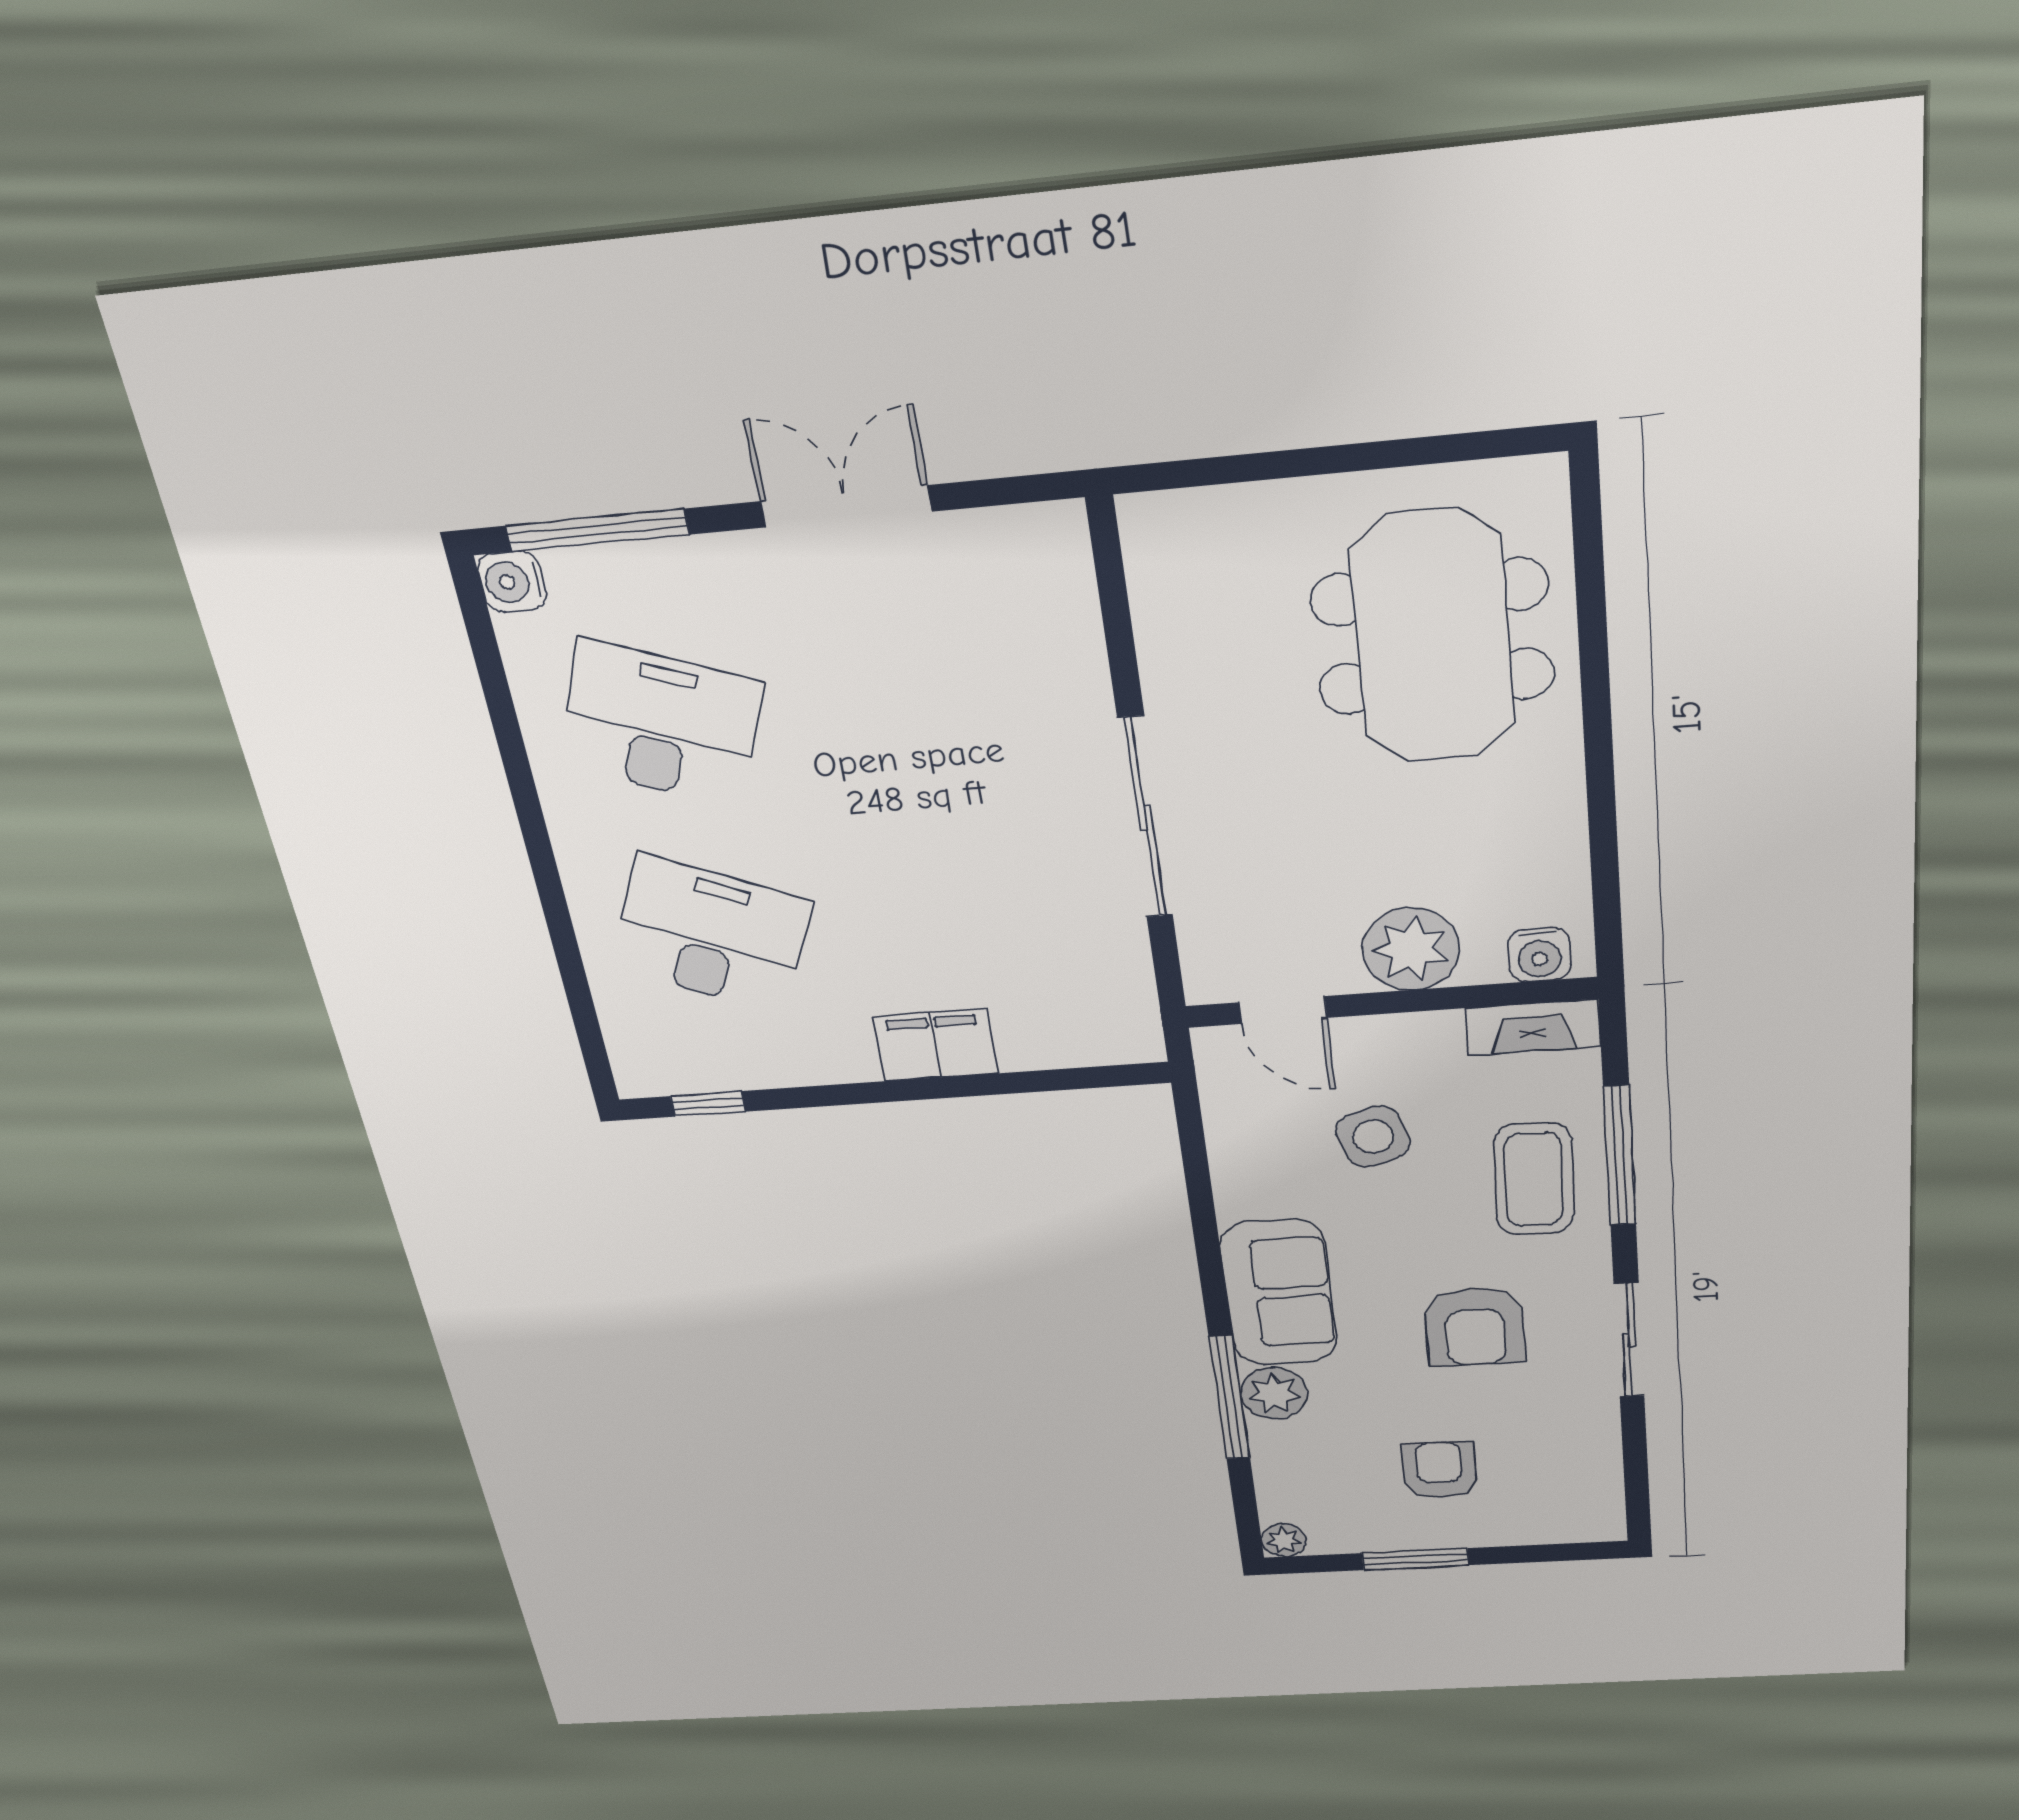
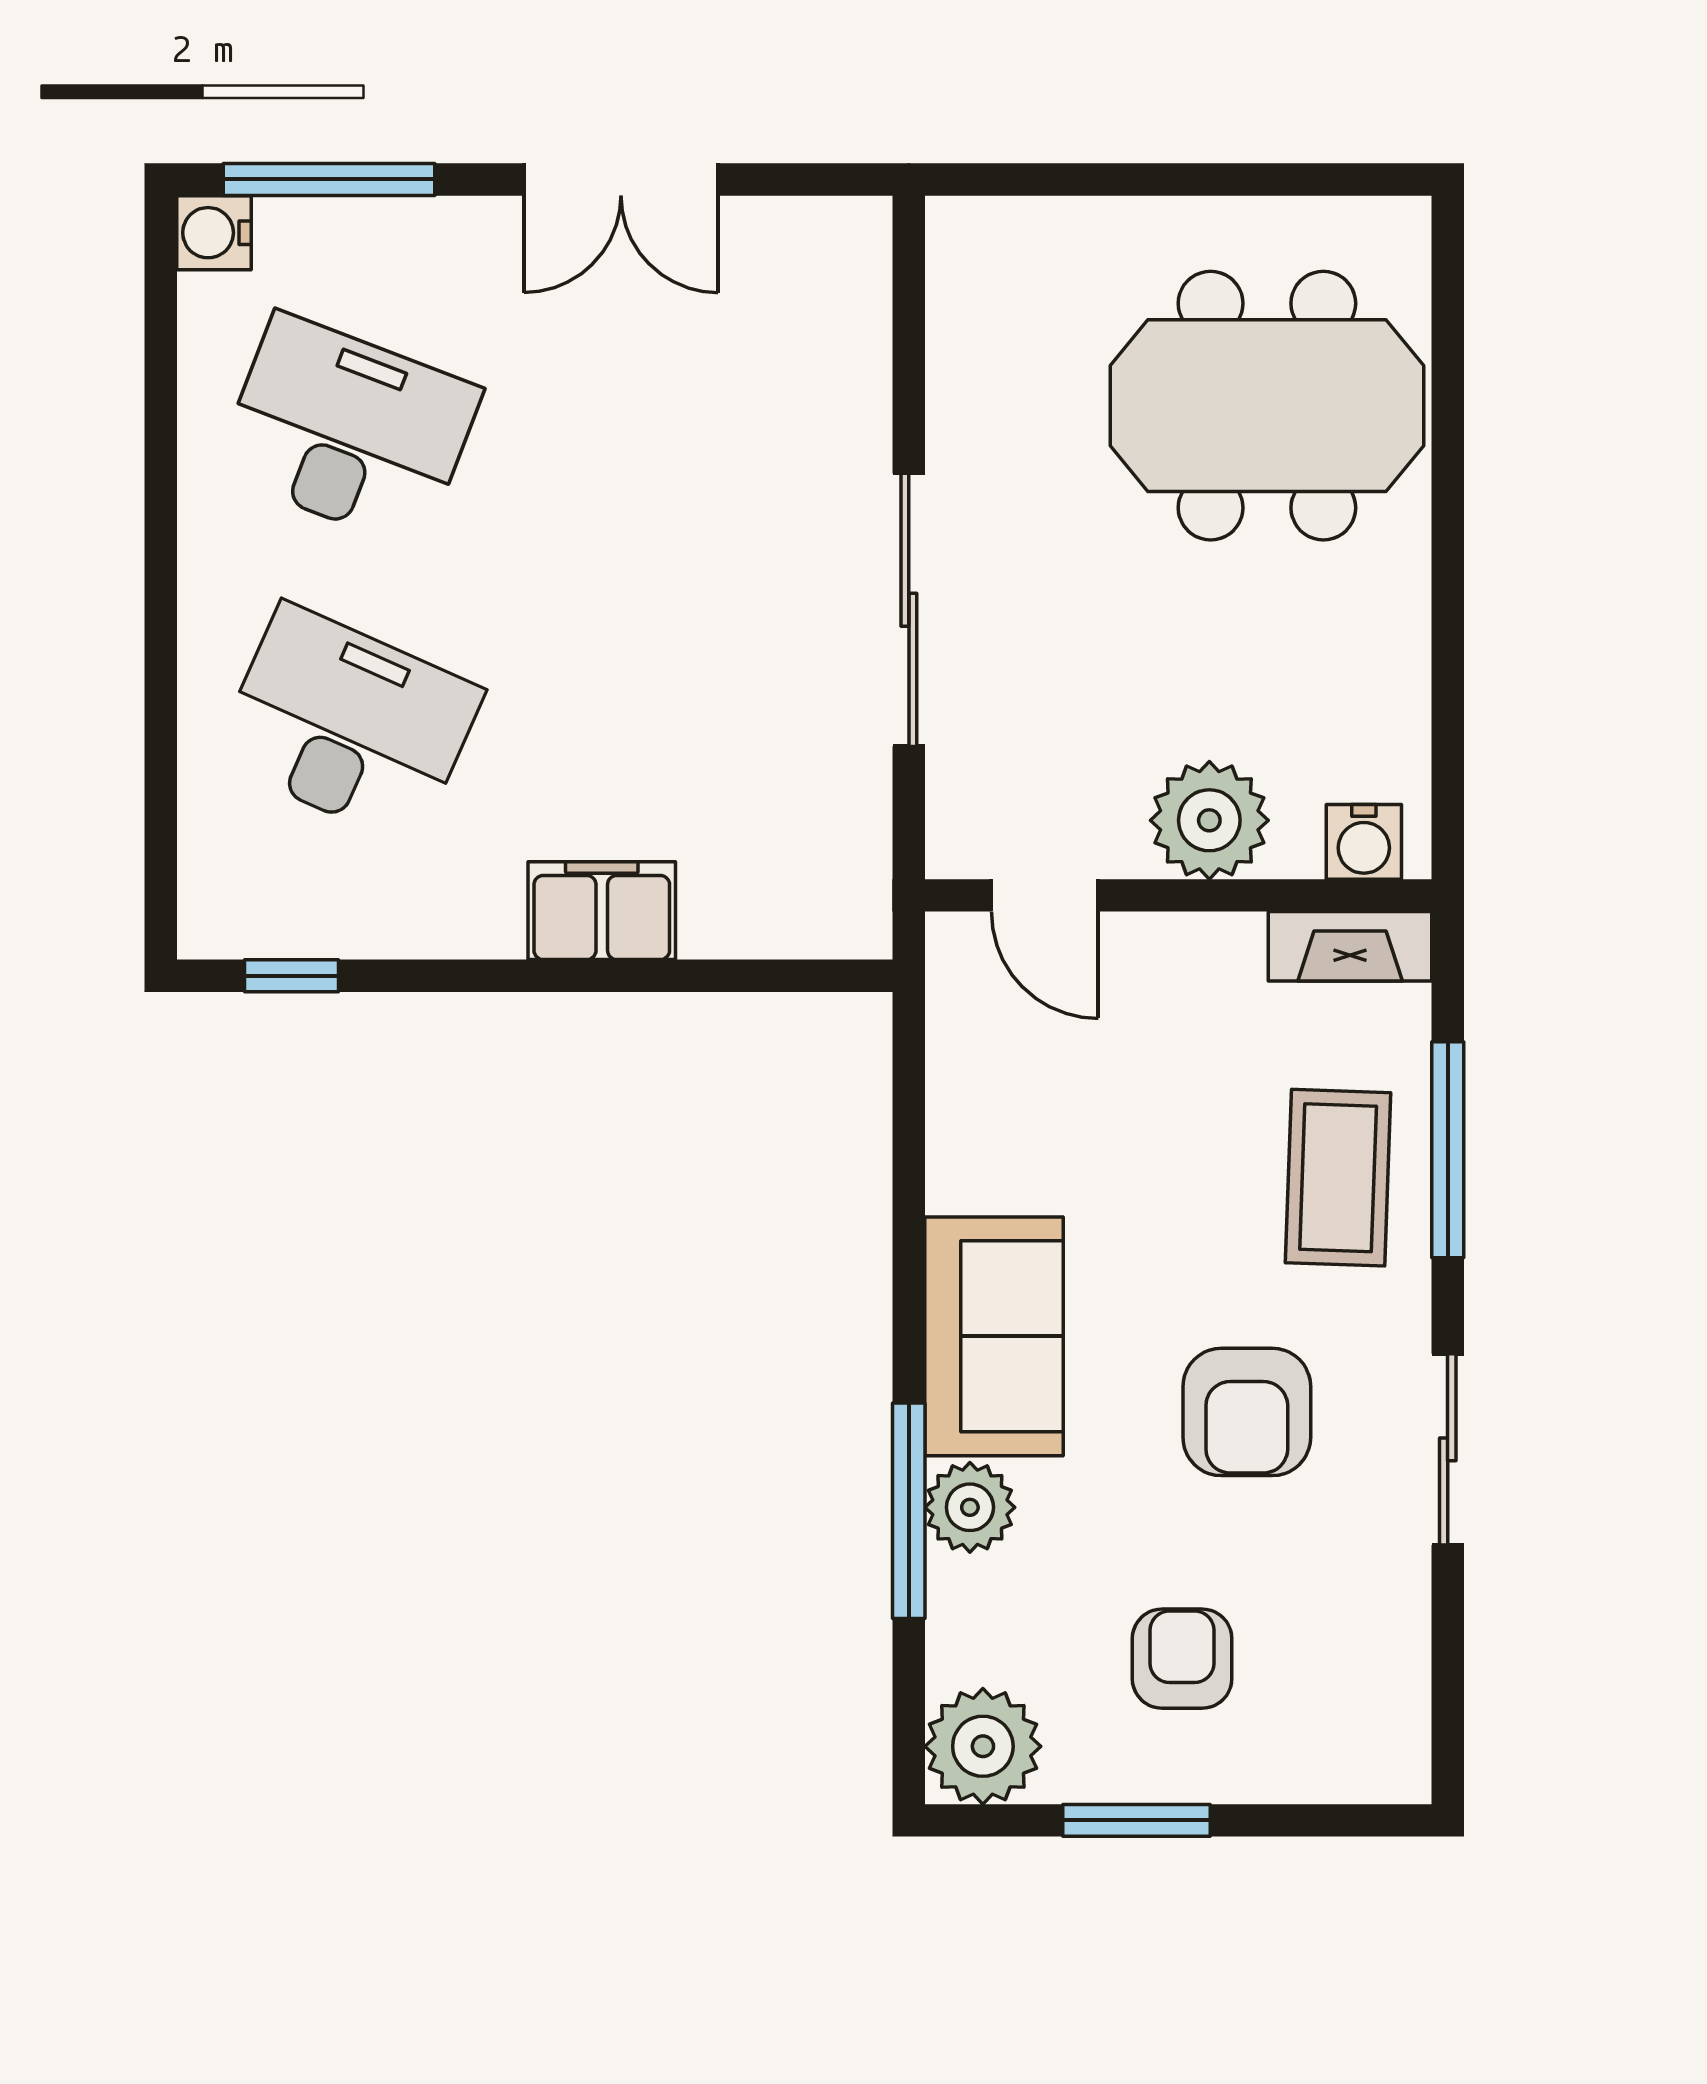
double door: (846, 506) -> (621, 179), swing flipped
meeting table: (1433, 637) -> (1267, 406), turned 90
side table: (1373, 1136) -> (1139, 1095), removed
plant: (1284, 1540) -> (983, 1746), width x1.87, depth x1.87

